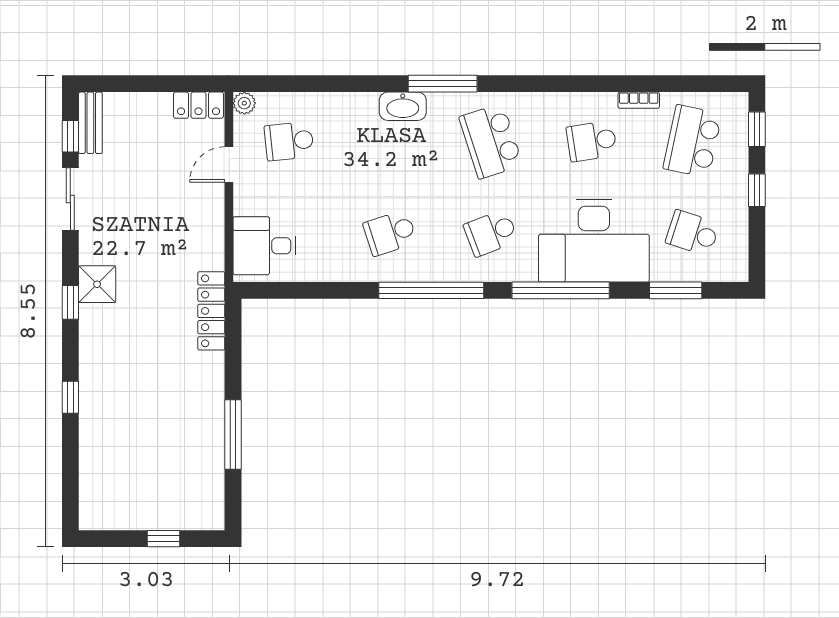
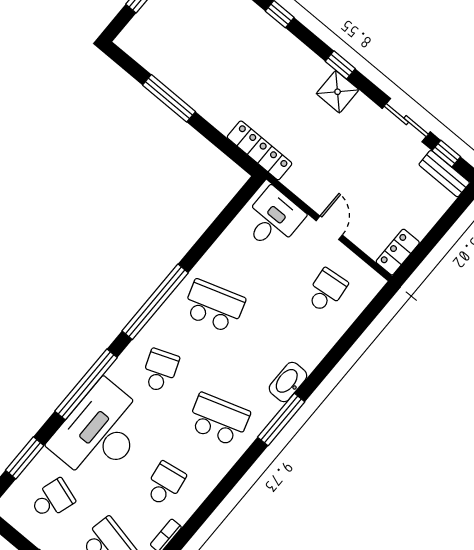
plant: (244, 103) -> (375, 282), removed
door: (229, 165) -> (329, 228), moved
school desk: (390, 233) -> (214, 306), width x1.85

